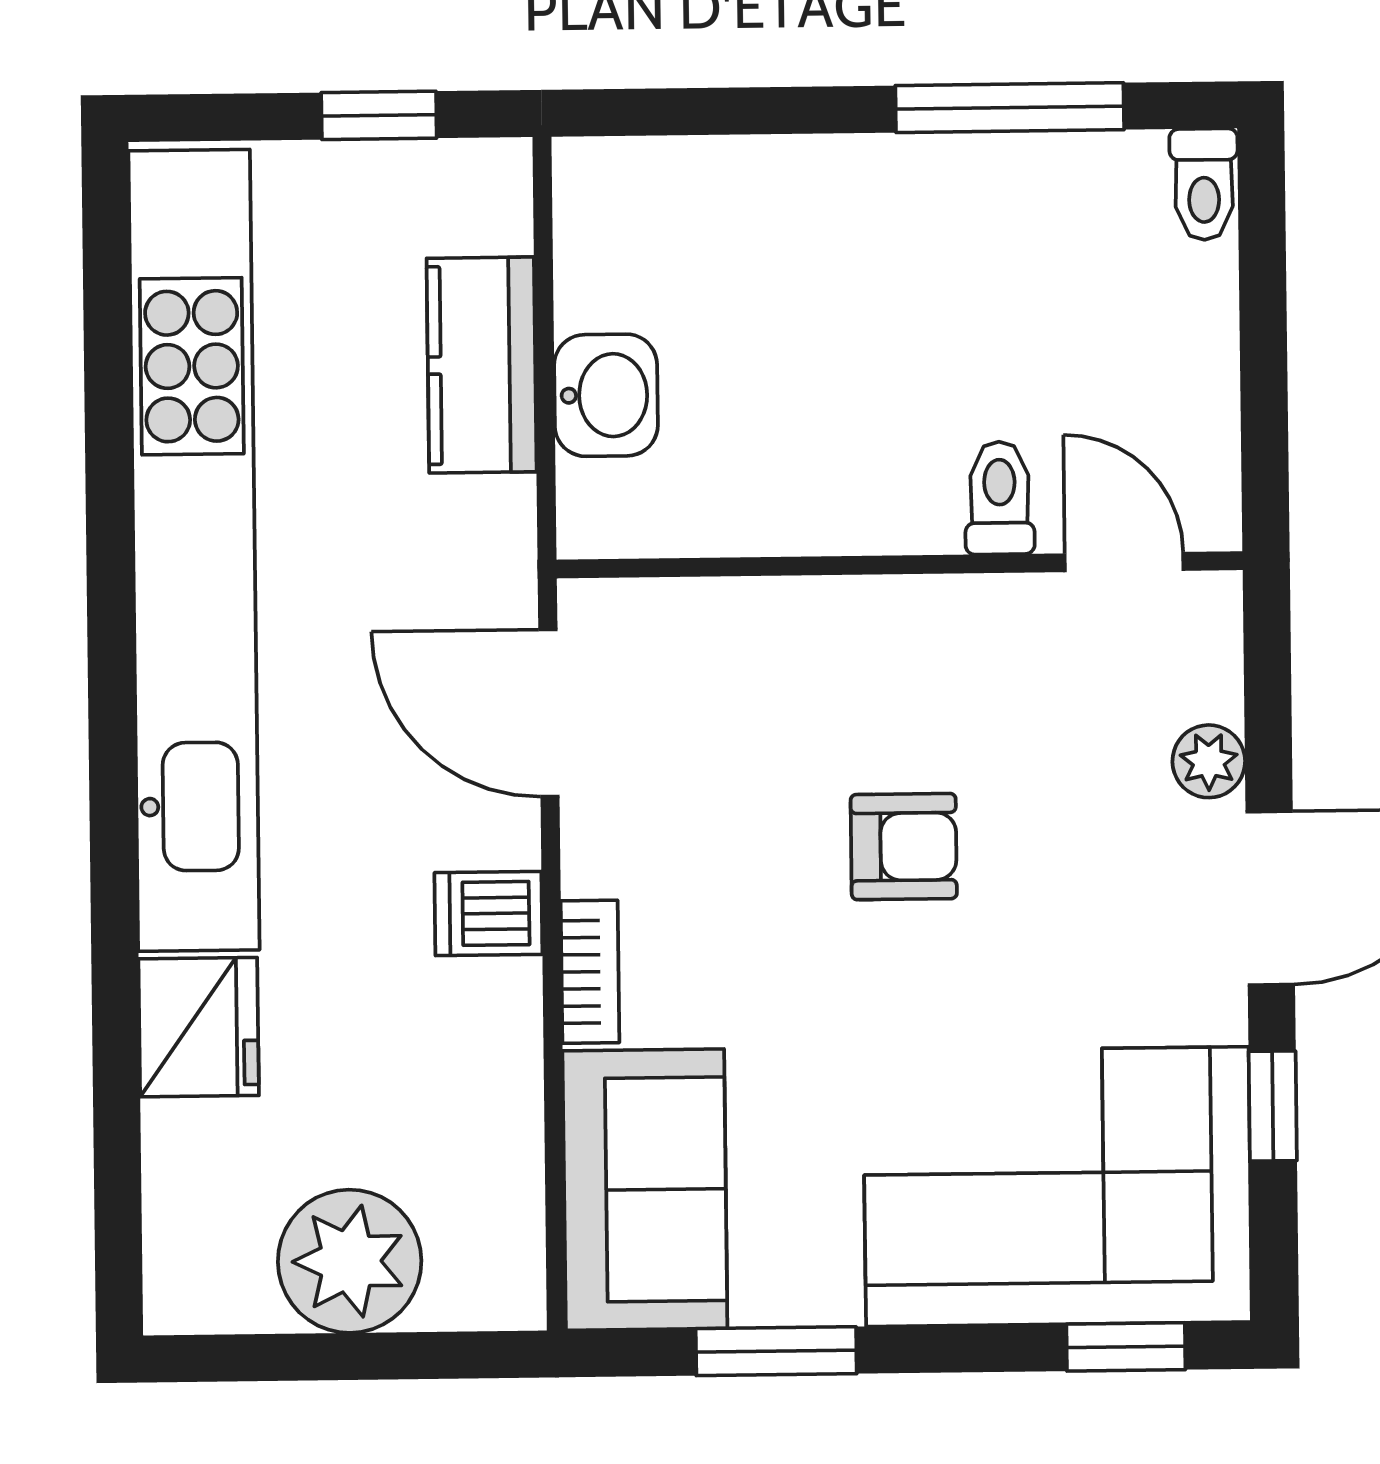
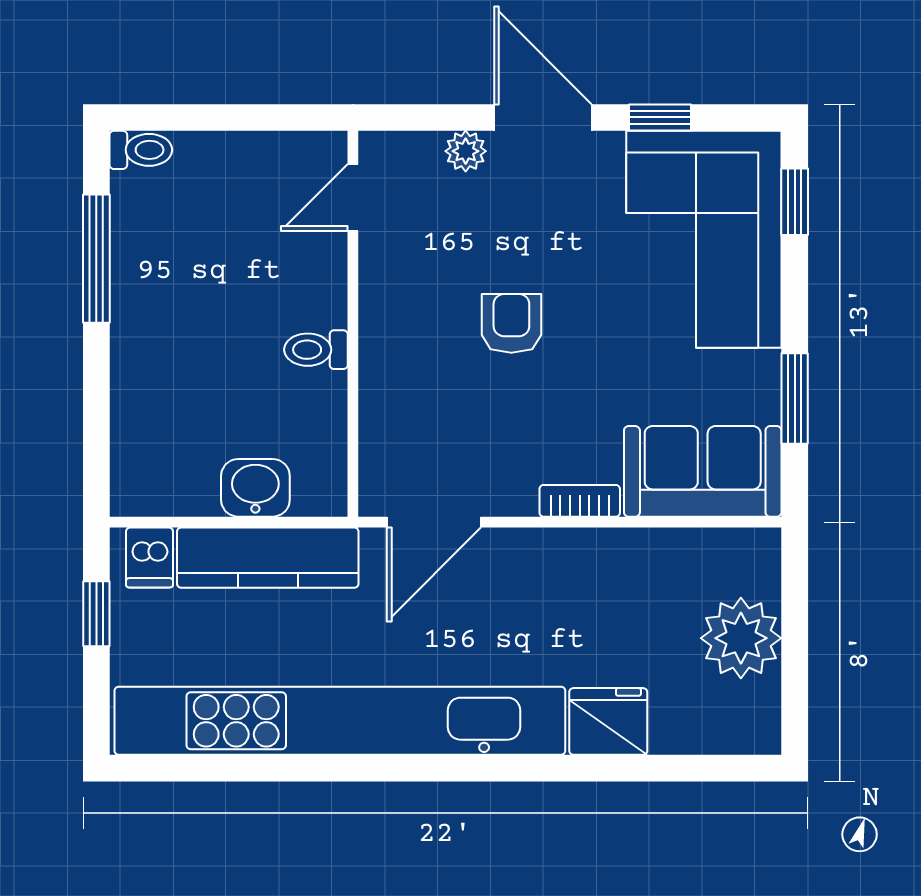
kitchen counter: (482, 365) -> (268, 558), width x1.50
toilet: (1000, 498) -> (316, 350), moved
dishwasher: (488, 913) -> (150, 558), moved

